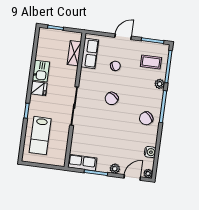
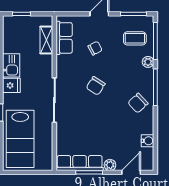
lab bench: (40, 136) -> (20, 139), width x1.36, depth x1.39
row of seats: (82, 163) -> (80, 163), width x1.48
plant: (148, 174) -> (148, 165), removed

